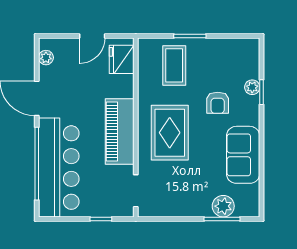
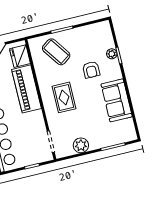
coffee table: (174, 65) -> (56, 52), turned -35
piano: (120, 132) -> (27, 89), moved
rug: (170, 133) -> (64, 97), width x0.73, depth x0.70
plant: (223, 206) -> (81, 145), moved

